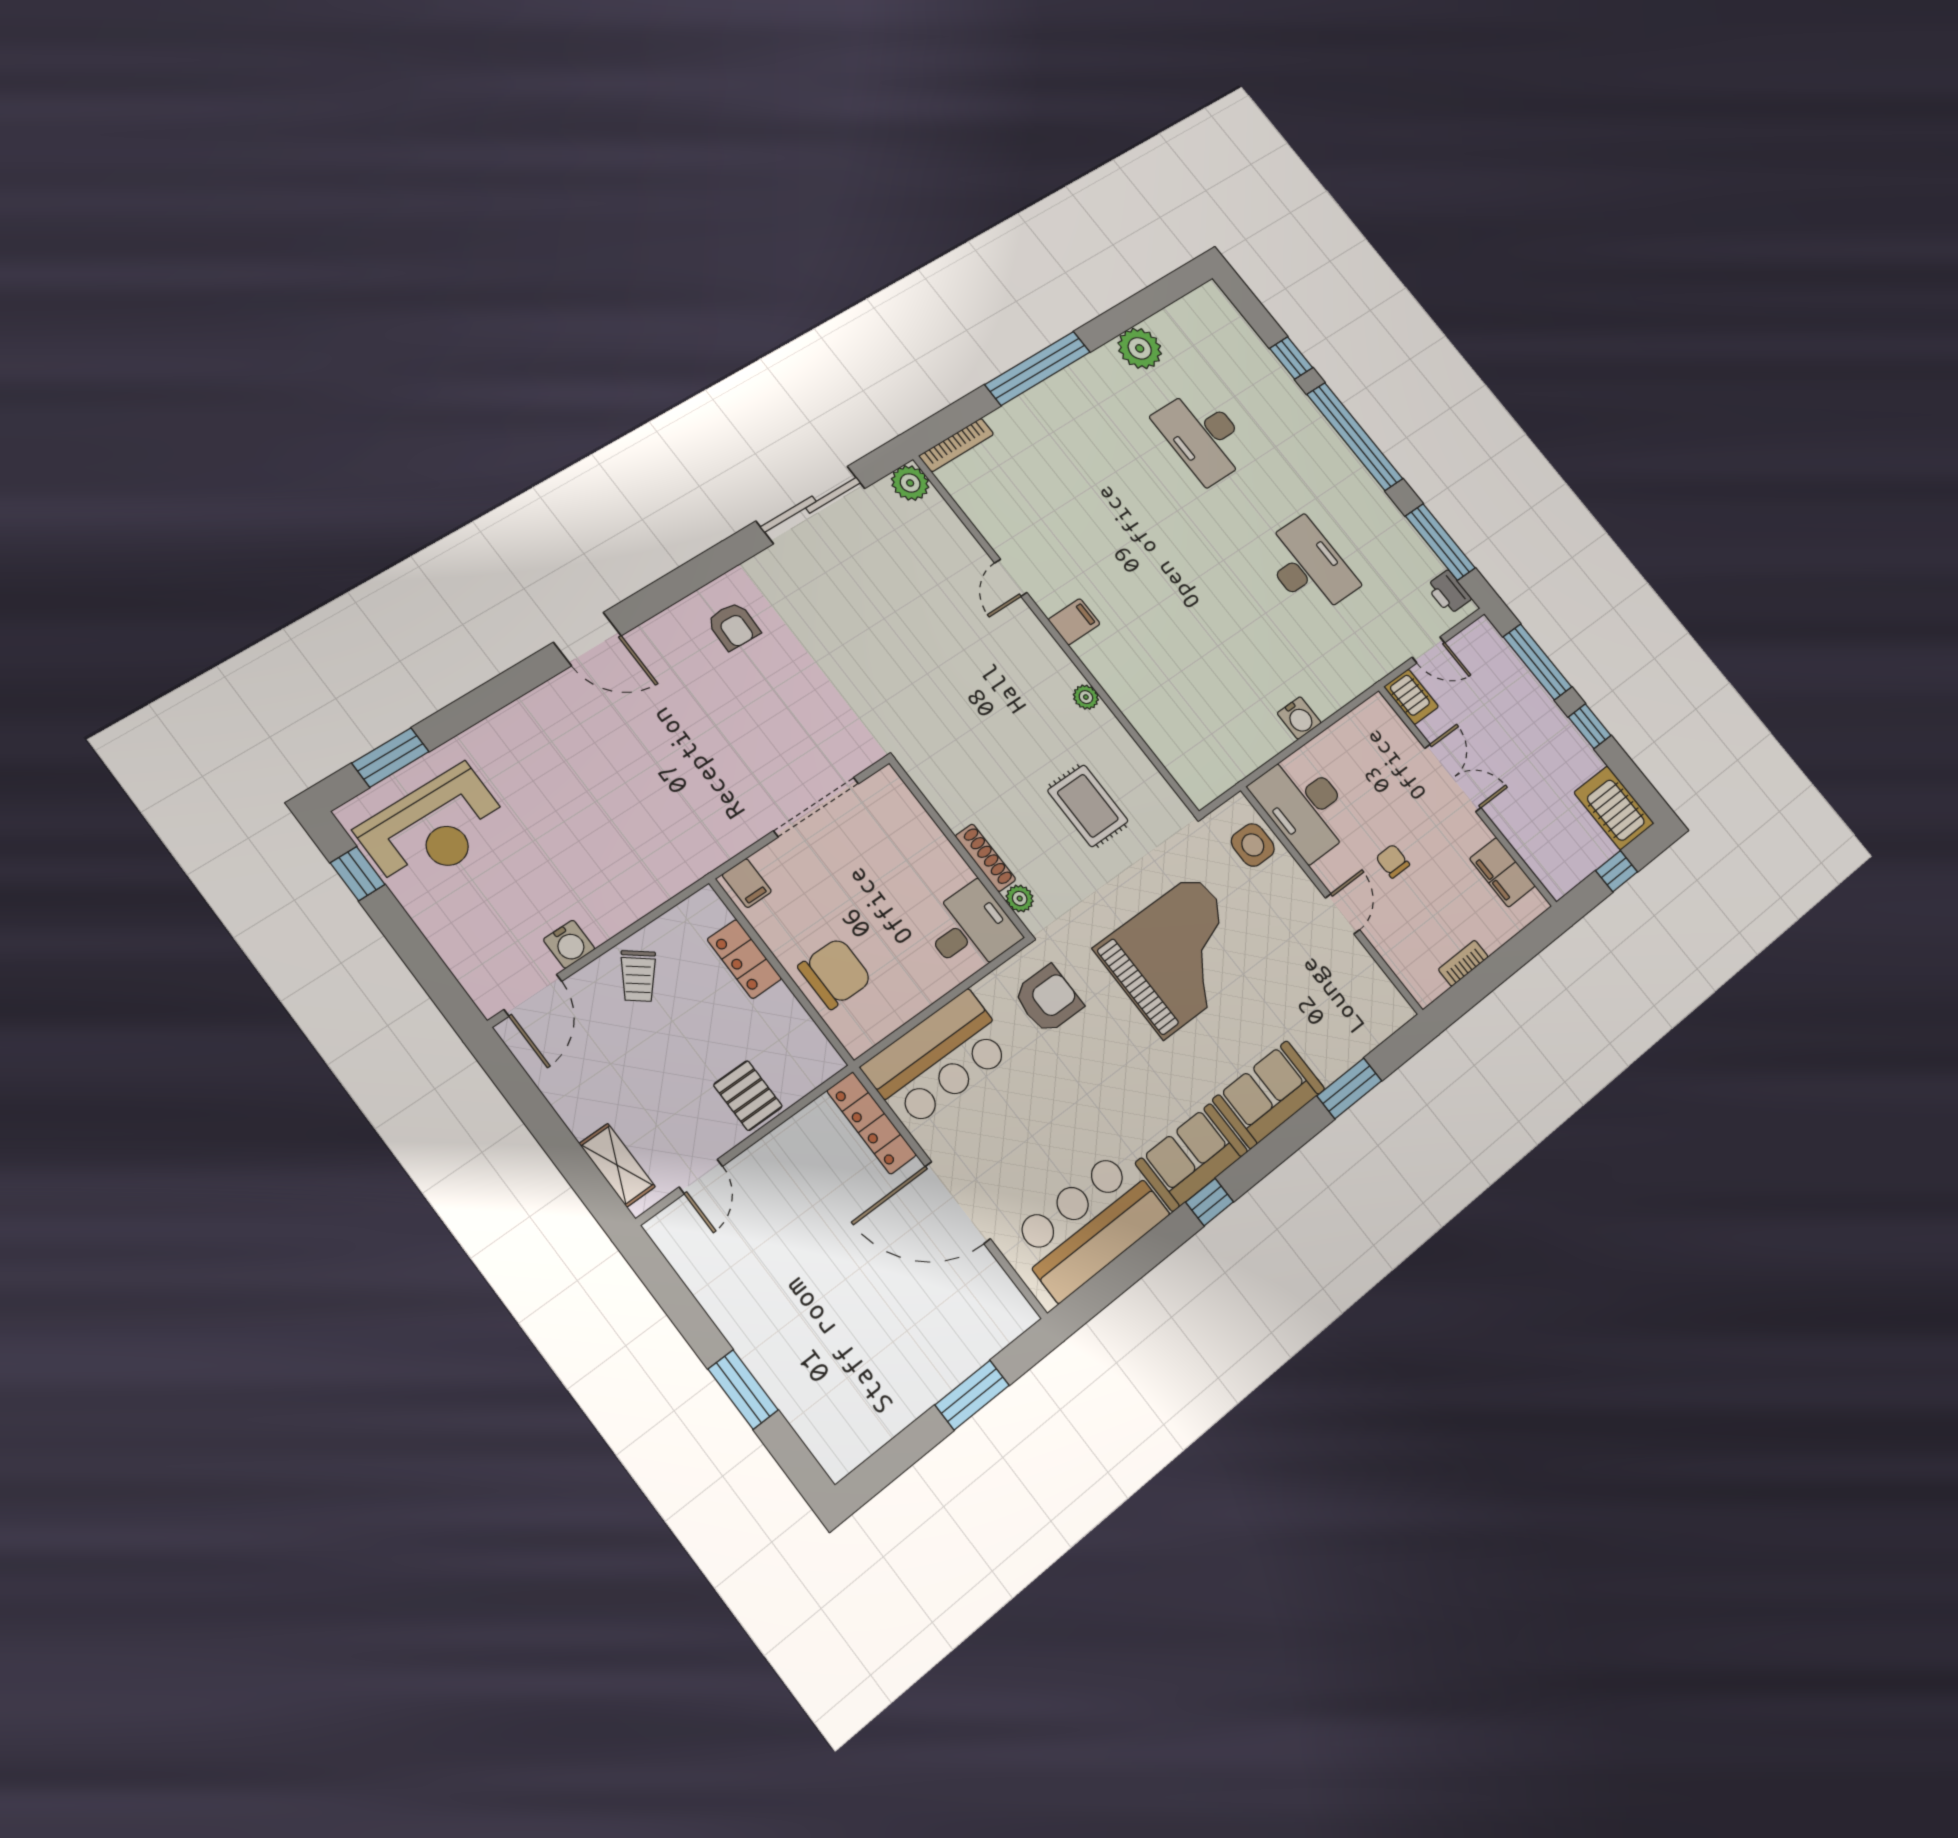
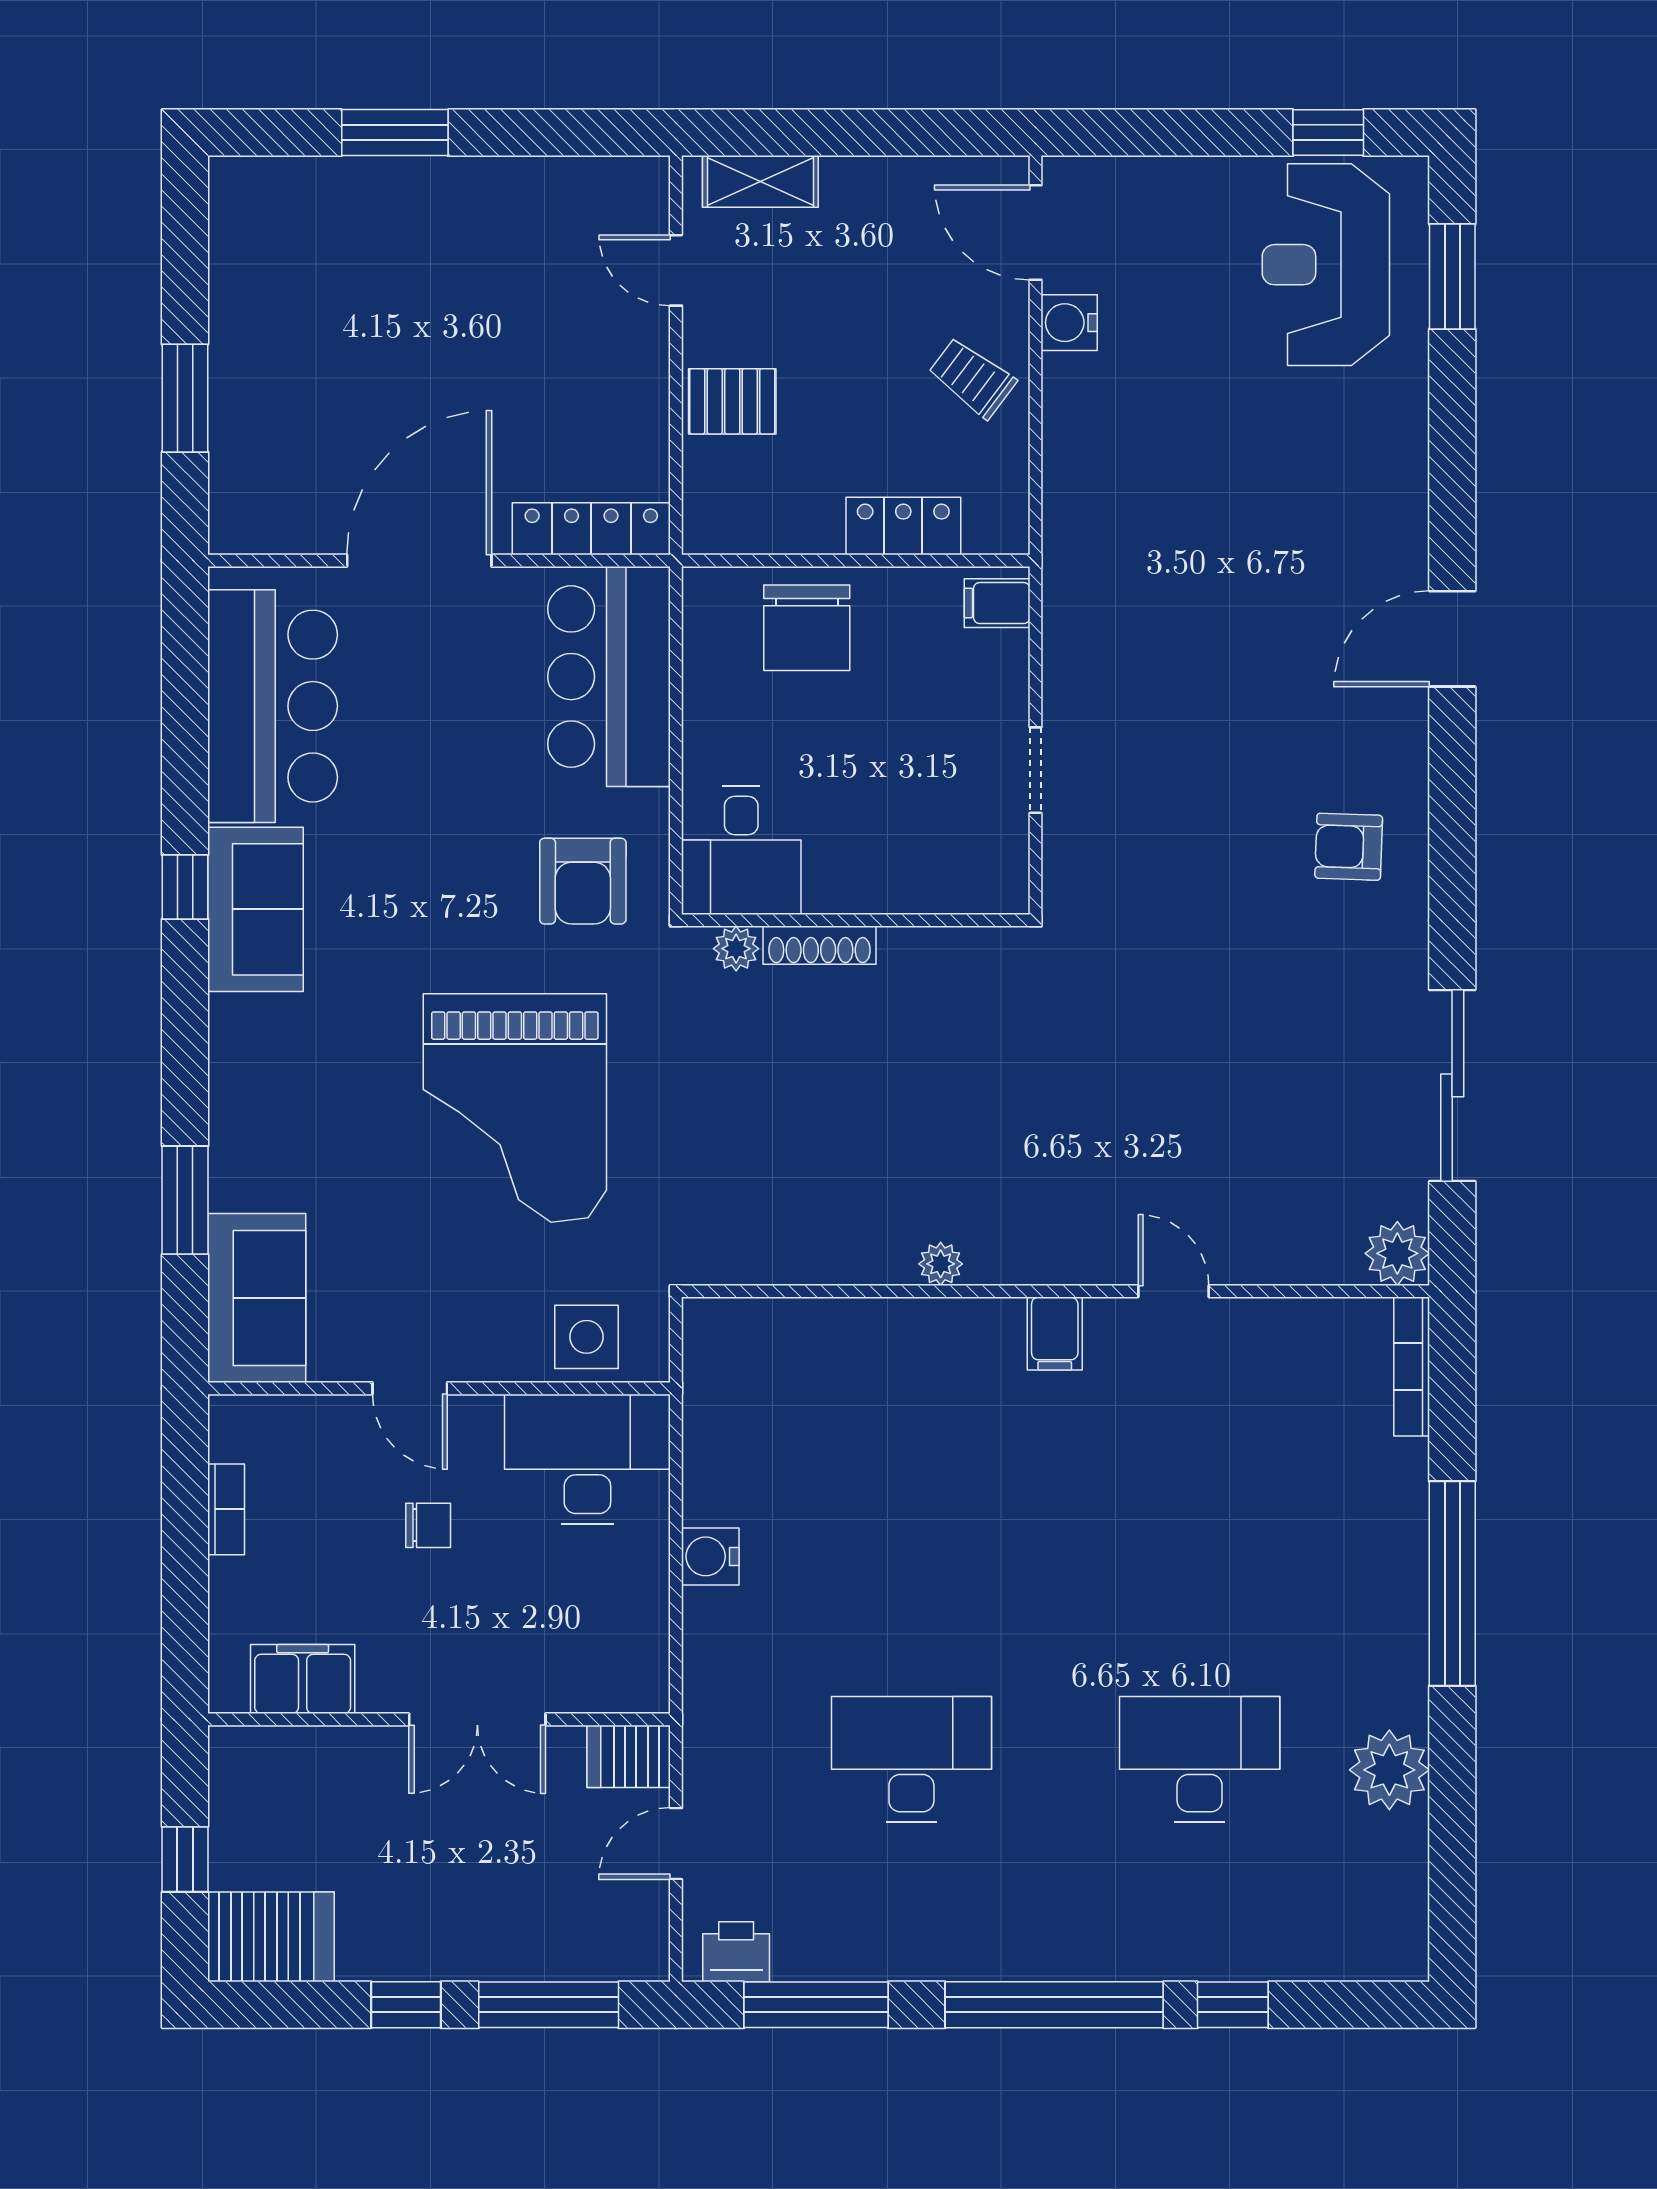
desk: (1308, 566) -> (911, 1759), turned 180
rug: (1088, 806) -> (794, 1144), removed
doorway: (816, 807) -> (1036, 770), width x0.53
sofa: (1269, 1094) -> (257, 1298), moved

